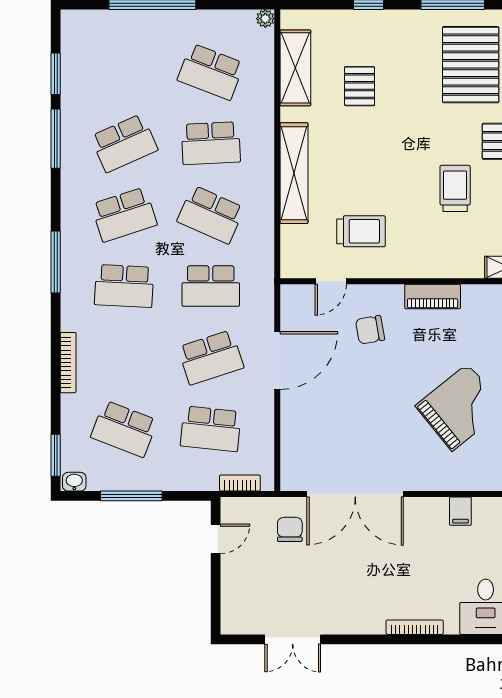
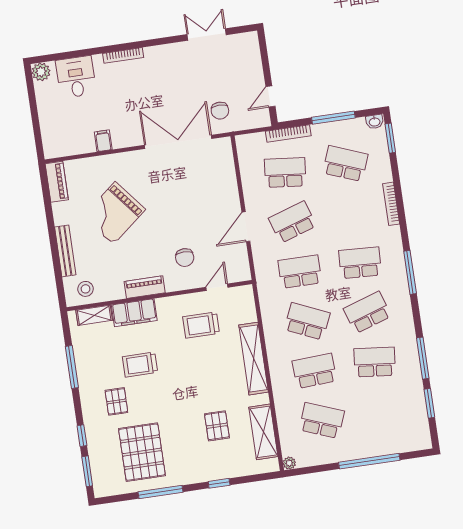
school desk: (124, 143) -> (375, 362), turned 30
trolley: (455, 188) -> (140, 365), turned 90
filing cabinet: (452, 263) -> (134, 313), added
chair: (370, 330) -> (185, 258), turned 100
door: (277, 360) -> (246, 227), width x0.73
bookcase: (240, 483) -> (288, 133), moved, width x1.56

